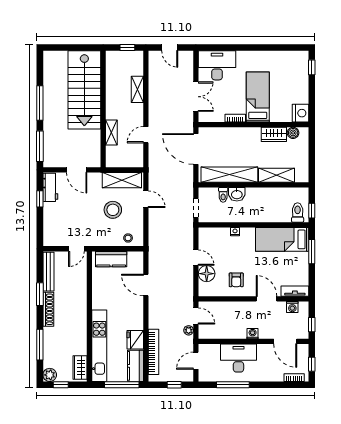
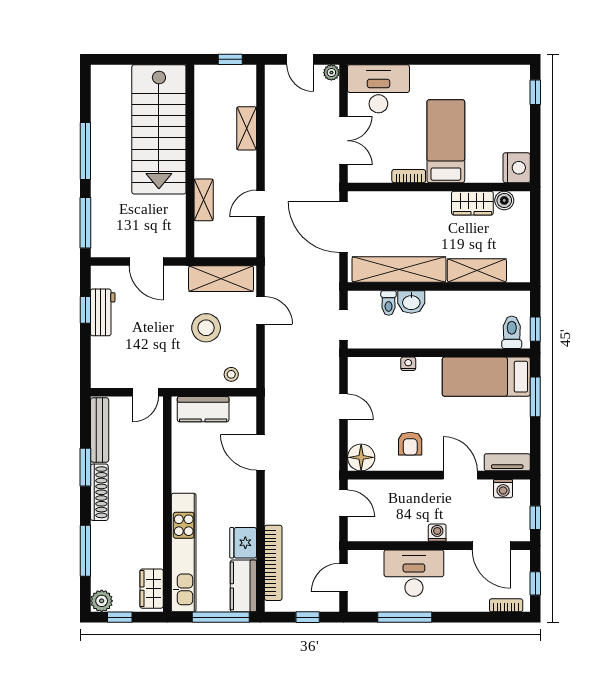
workbench: (50, 187) -> (103, 312), moved
floor lamp: (207, 274) -> (361, 457), moved
plant: (189, 330) -> (331, 73), moved

